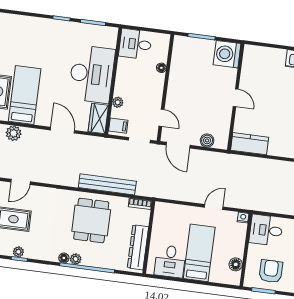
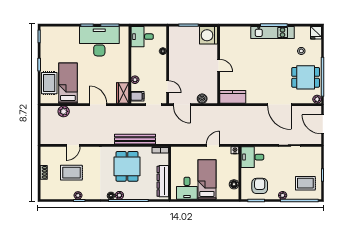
desk: (92, 74) -> (99, 41), moved, turned -90

